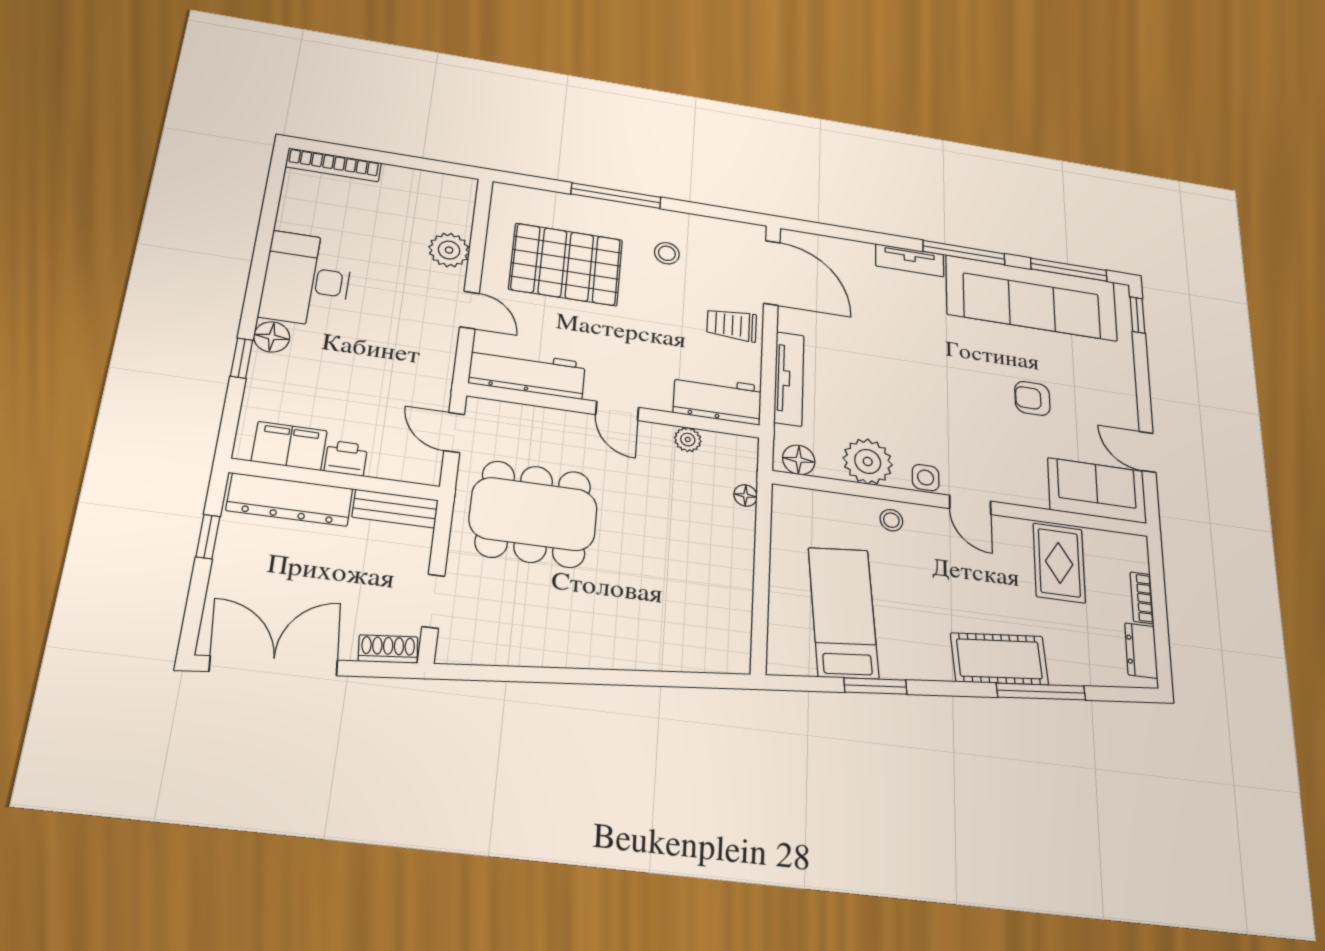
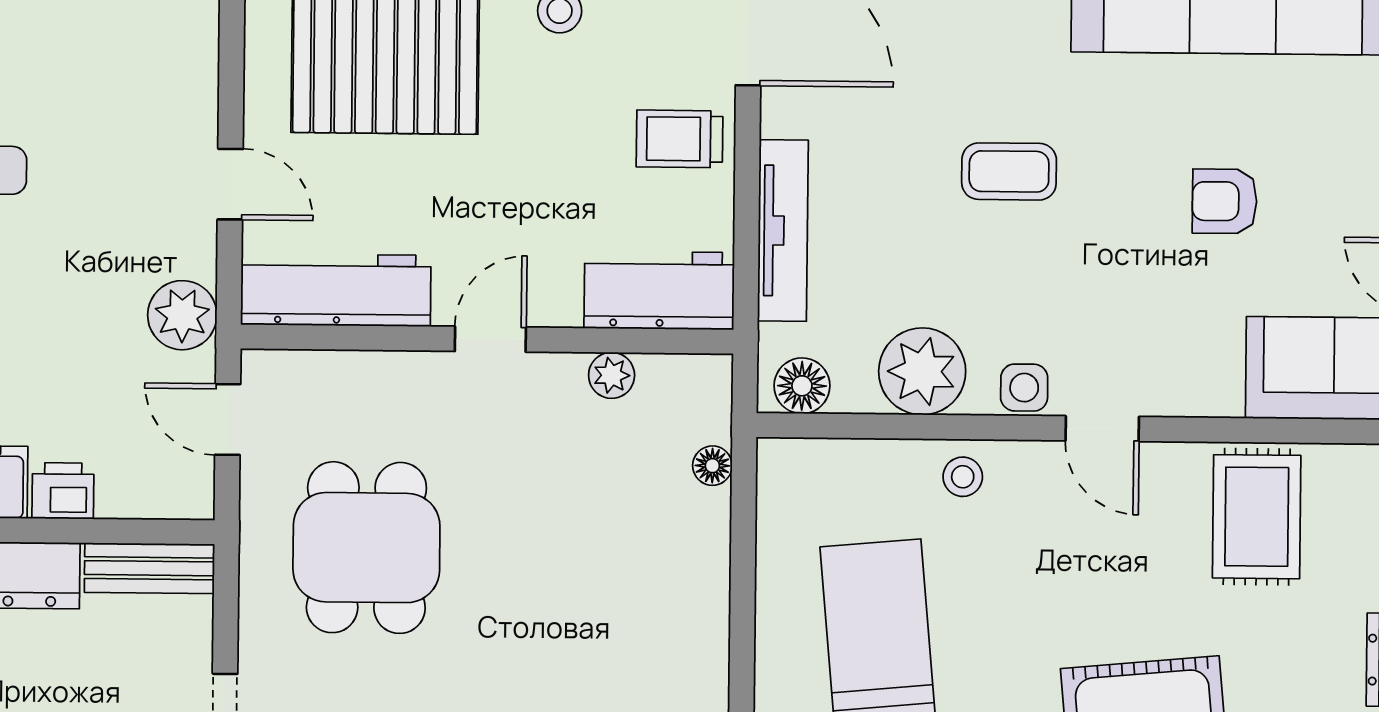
plant: (449, 250) -> (182, 315), moved
coffee table: (915, 367) -> (1009, 171), added
door: (617, 411) -> (490, 339), swing flipped
dining table: (533, 514) -> (366, 548), width x0.73

